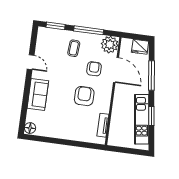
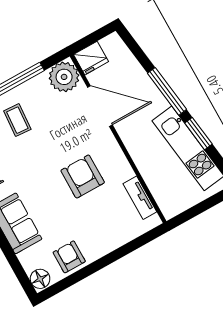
fridge: (140, 47) -> (91, 58), moved
armchair: (94, 69) -> (69, 257), moved
window: (151, 75) -> (167, 91), moved

